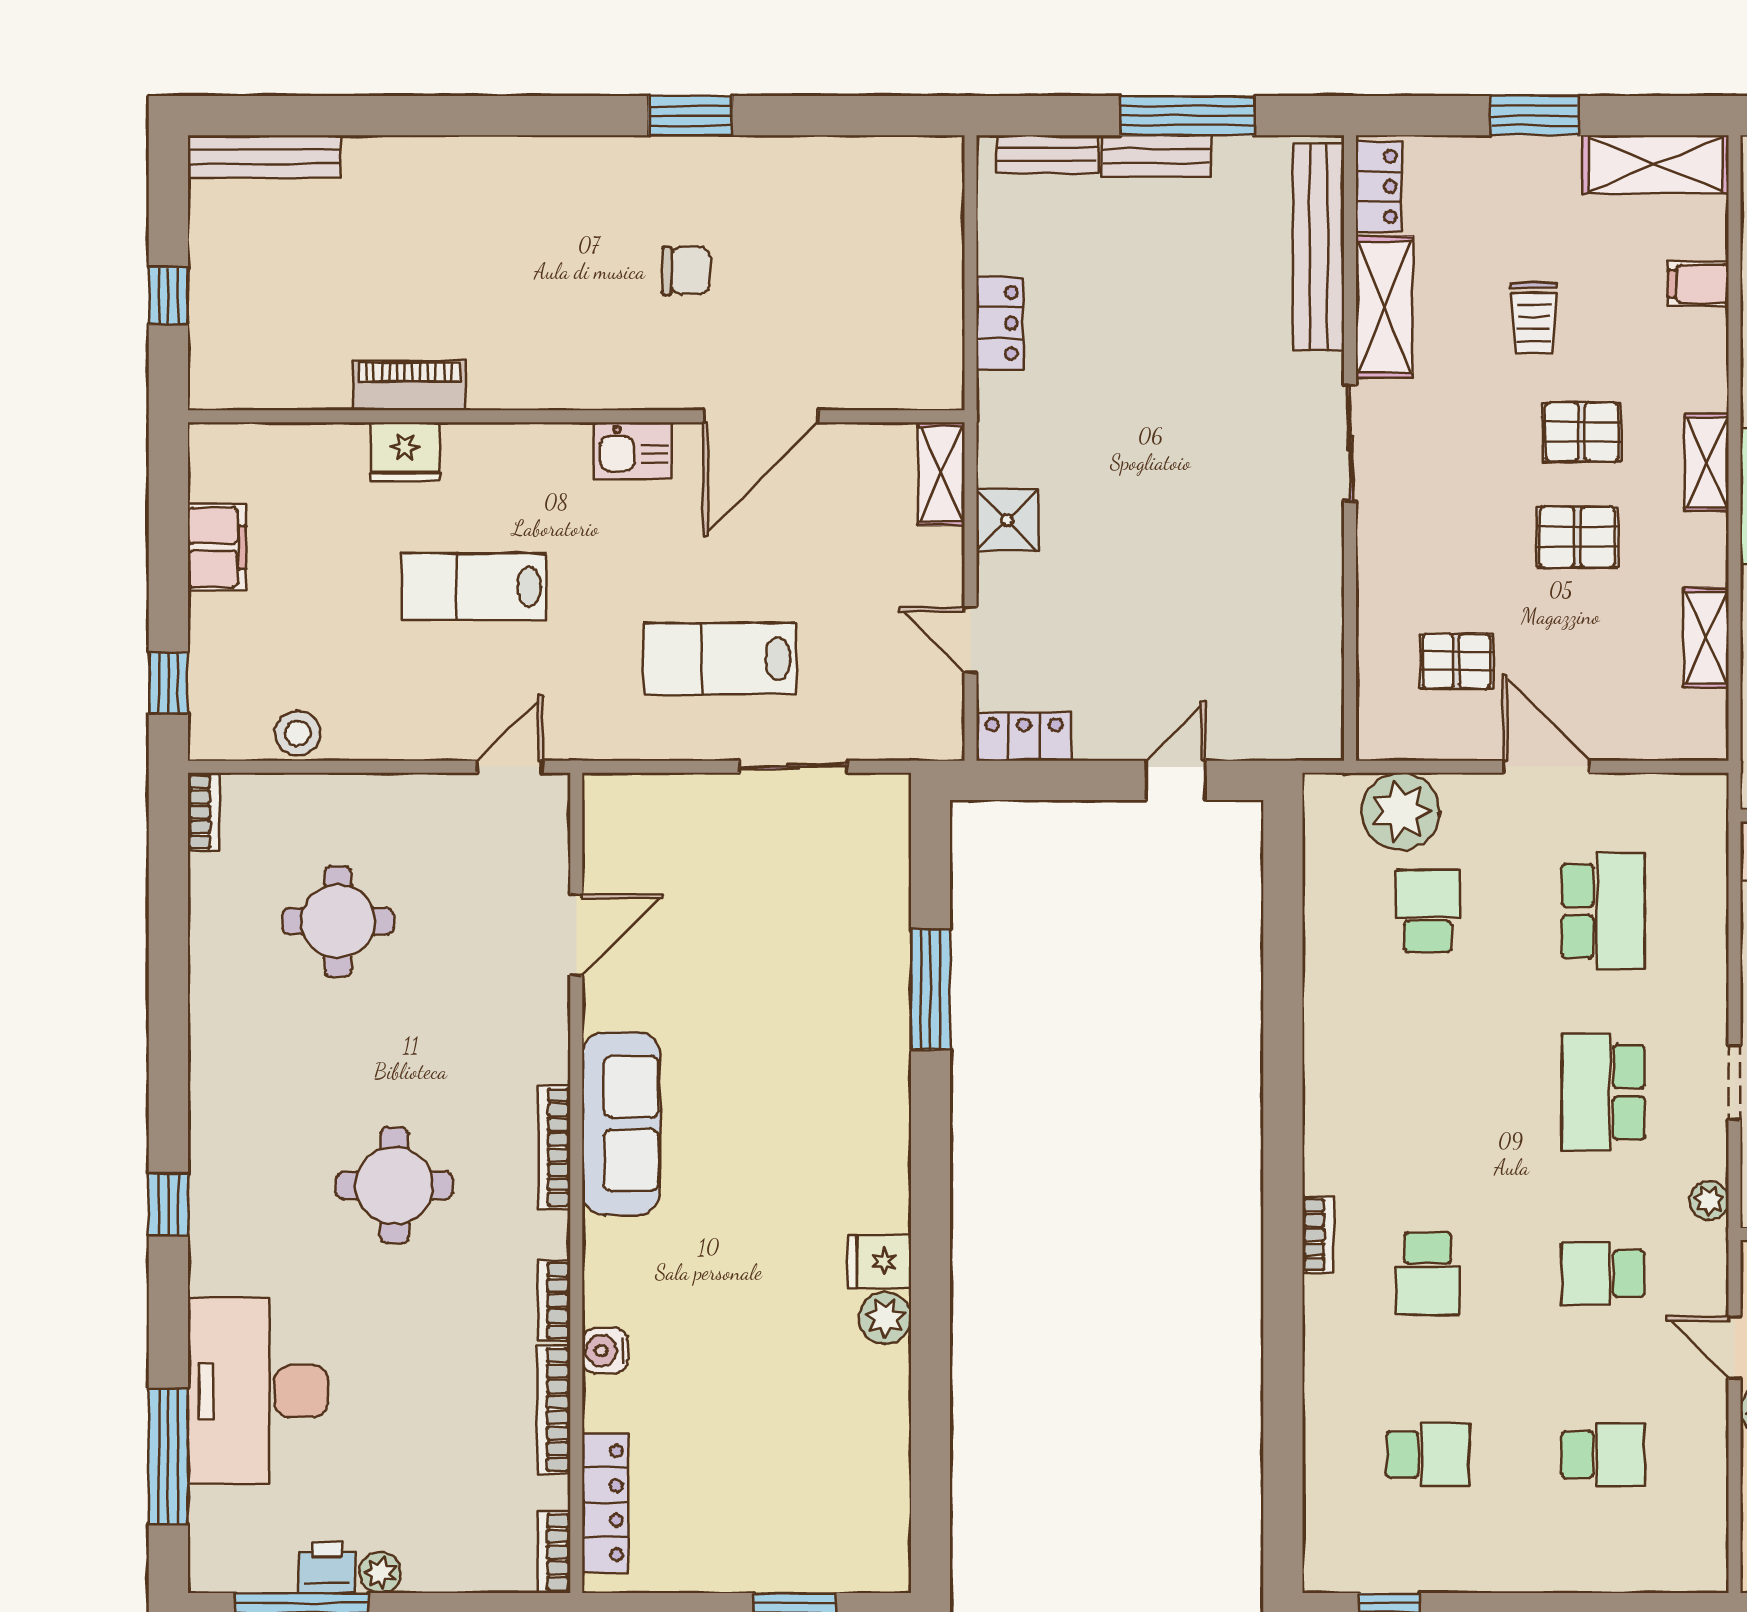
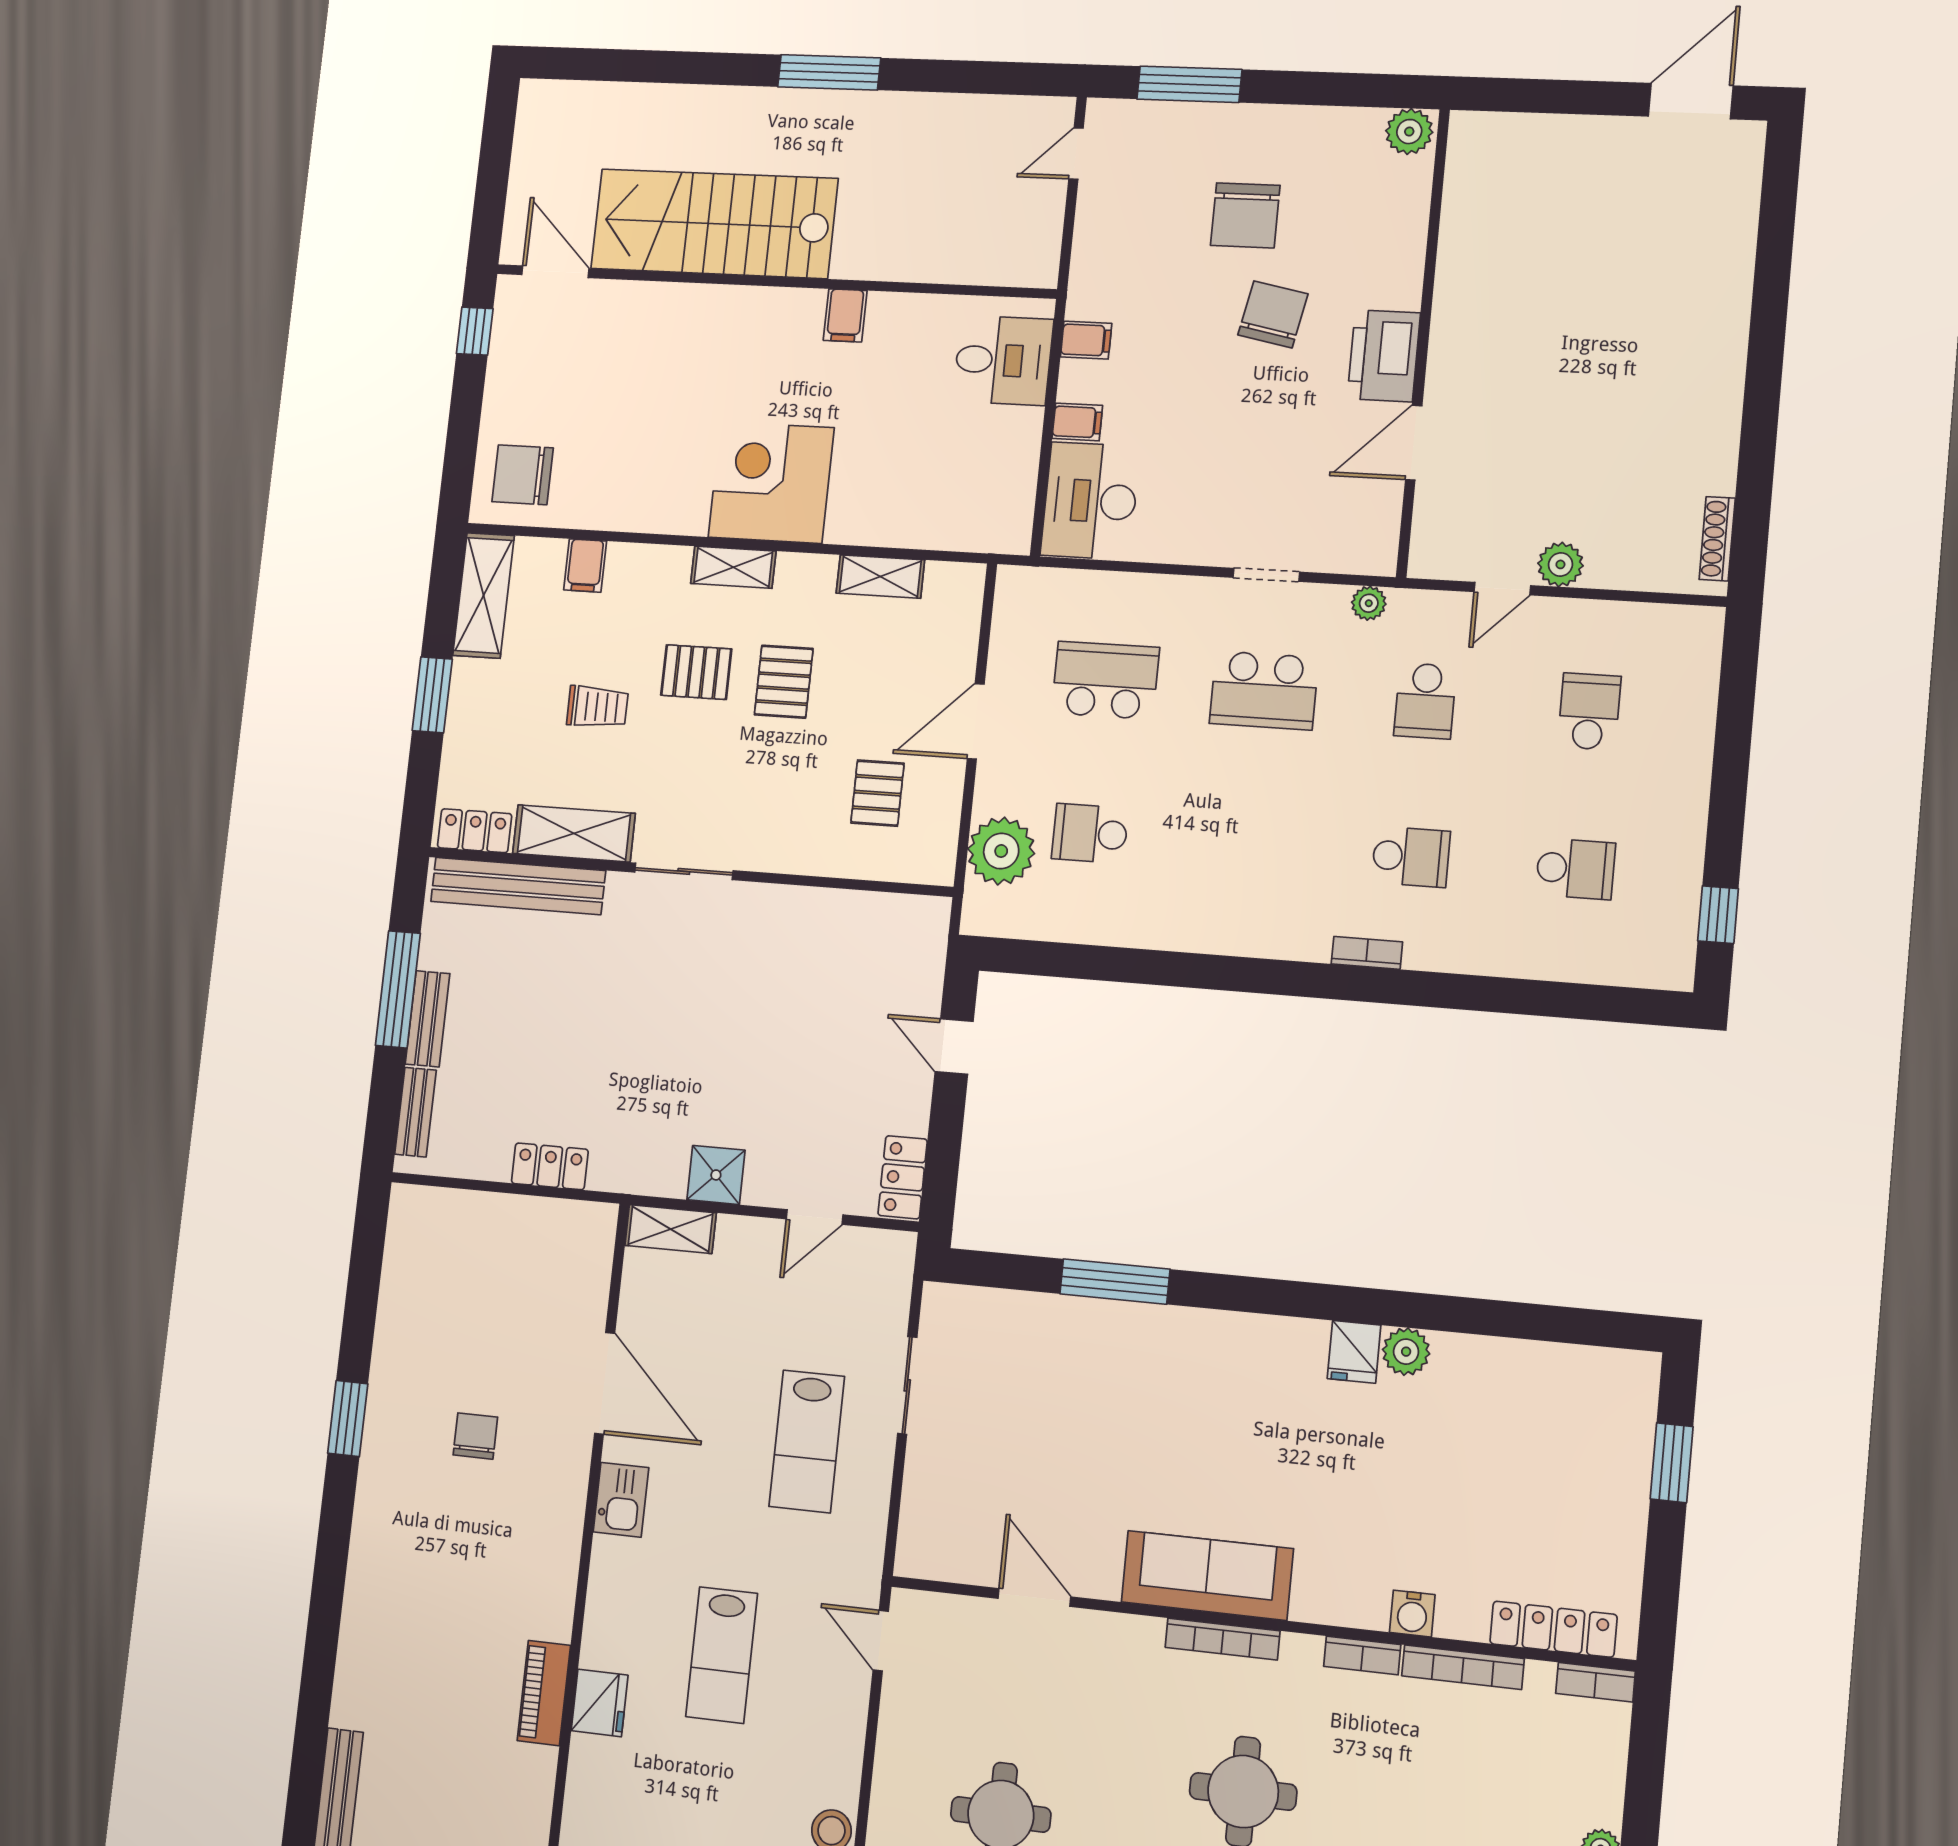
pallet: (1582, 432) -> (696, 672), turned 90
school desk: (1428, 1455) -> (1575, 869), turned 90

